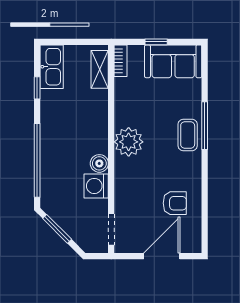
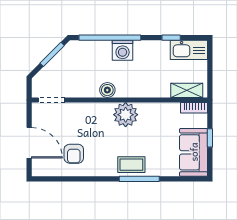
washing machine: (96, 186) -> (123, 50), moved, turned 180

